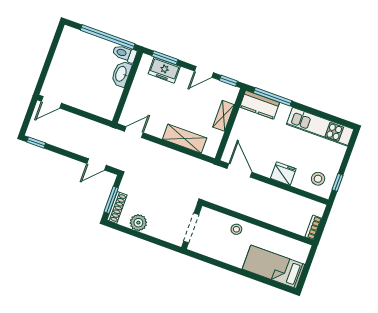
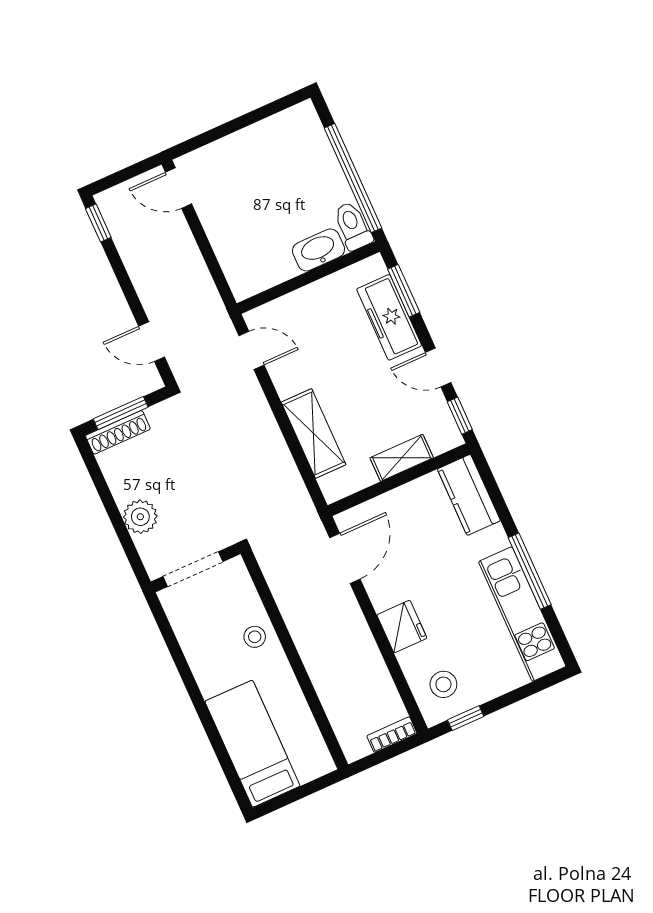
freezer: (164, 70) -> (389, 317), width x1.40
window: (273, 97) -> (530, 571), moved
plant: (138, 223) -> (140, 517), moved
bookcase: (313, 227) -> (392, 735), moved

